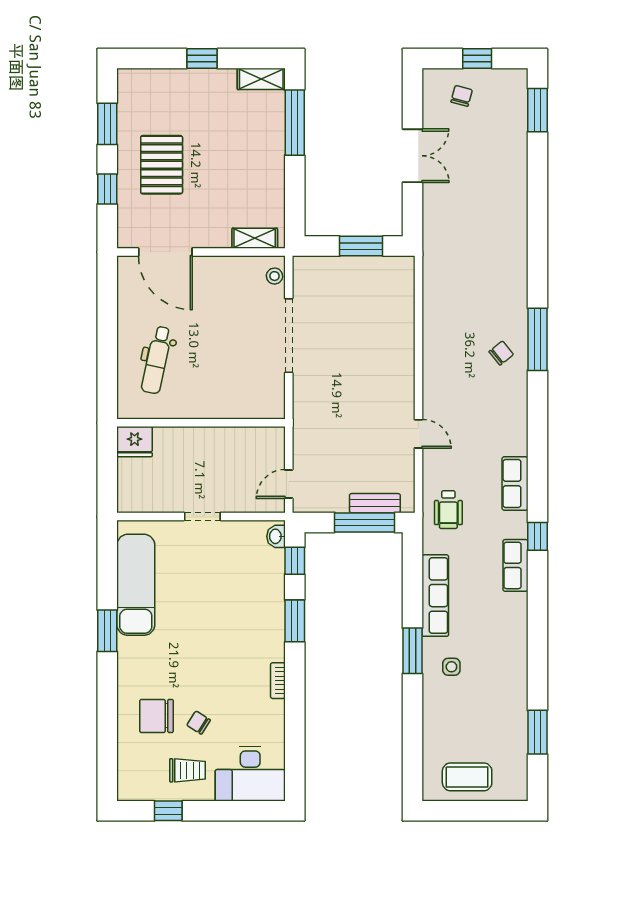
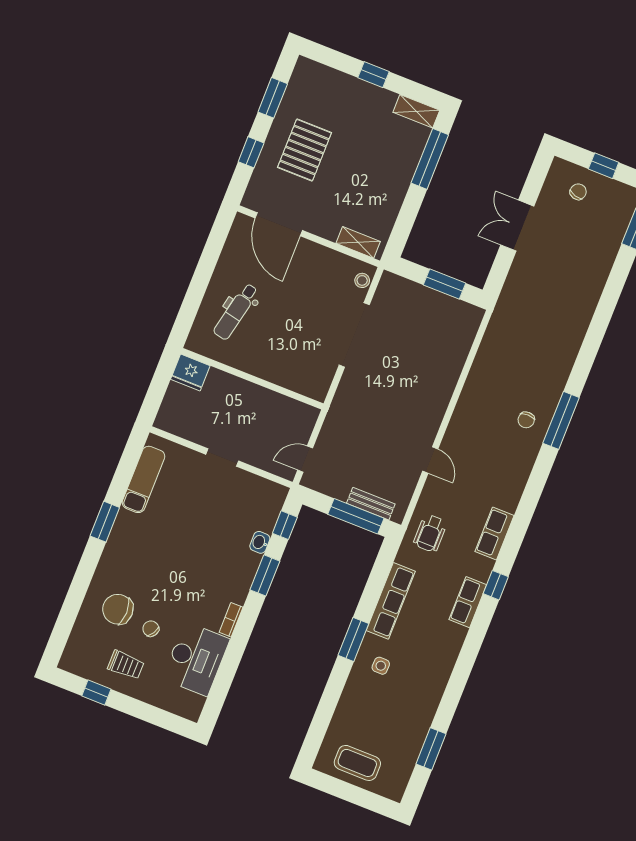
double door: (412, 156) -> (517, 226), swing flipped
chair: (501, 353) -> (526, 420), turned 129
washbasin: (276, 536) -> (260, 542), moved
exam couch: (136, 585) -> (143, 479), width x0.73, depth x0.69
desk: (250, 774) -> (196, 659), moved, turned -90

